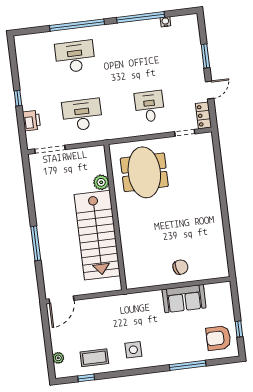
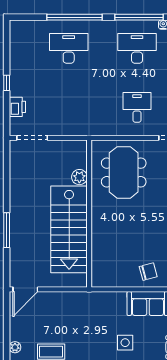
desk: (82, 115) -> (137, 48), moved
side table: (133, 350) -> (125, 343), moved

